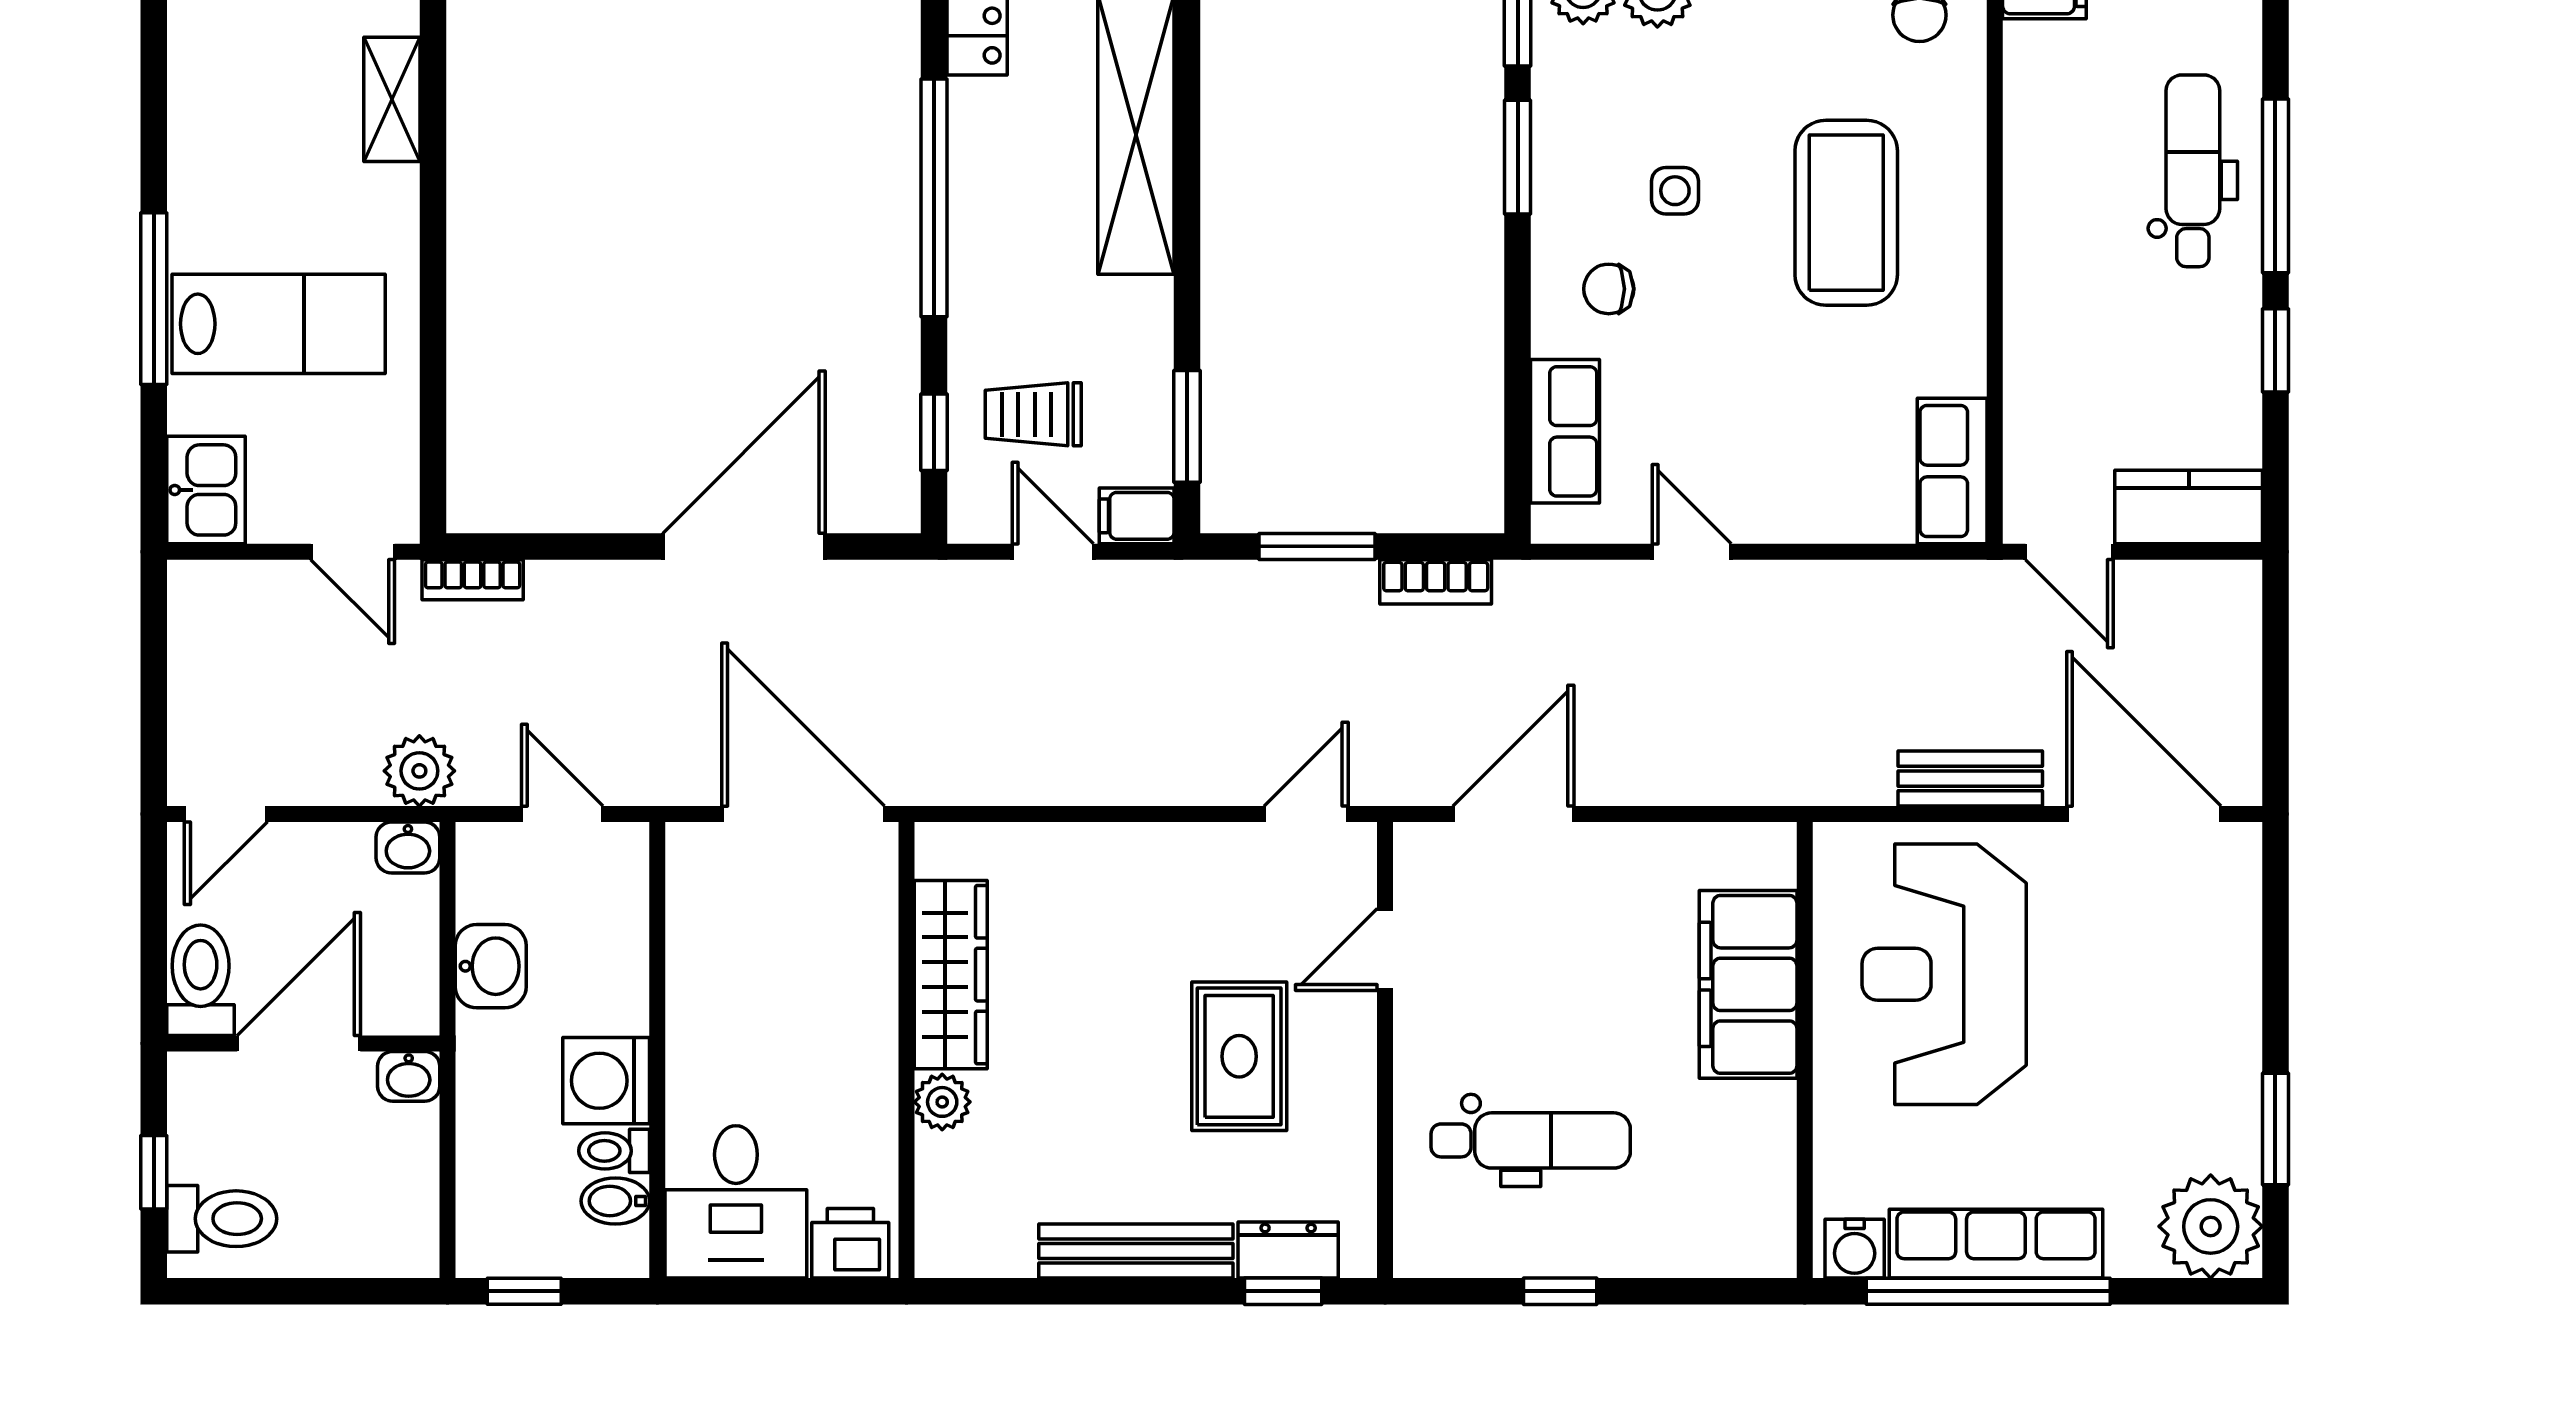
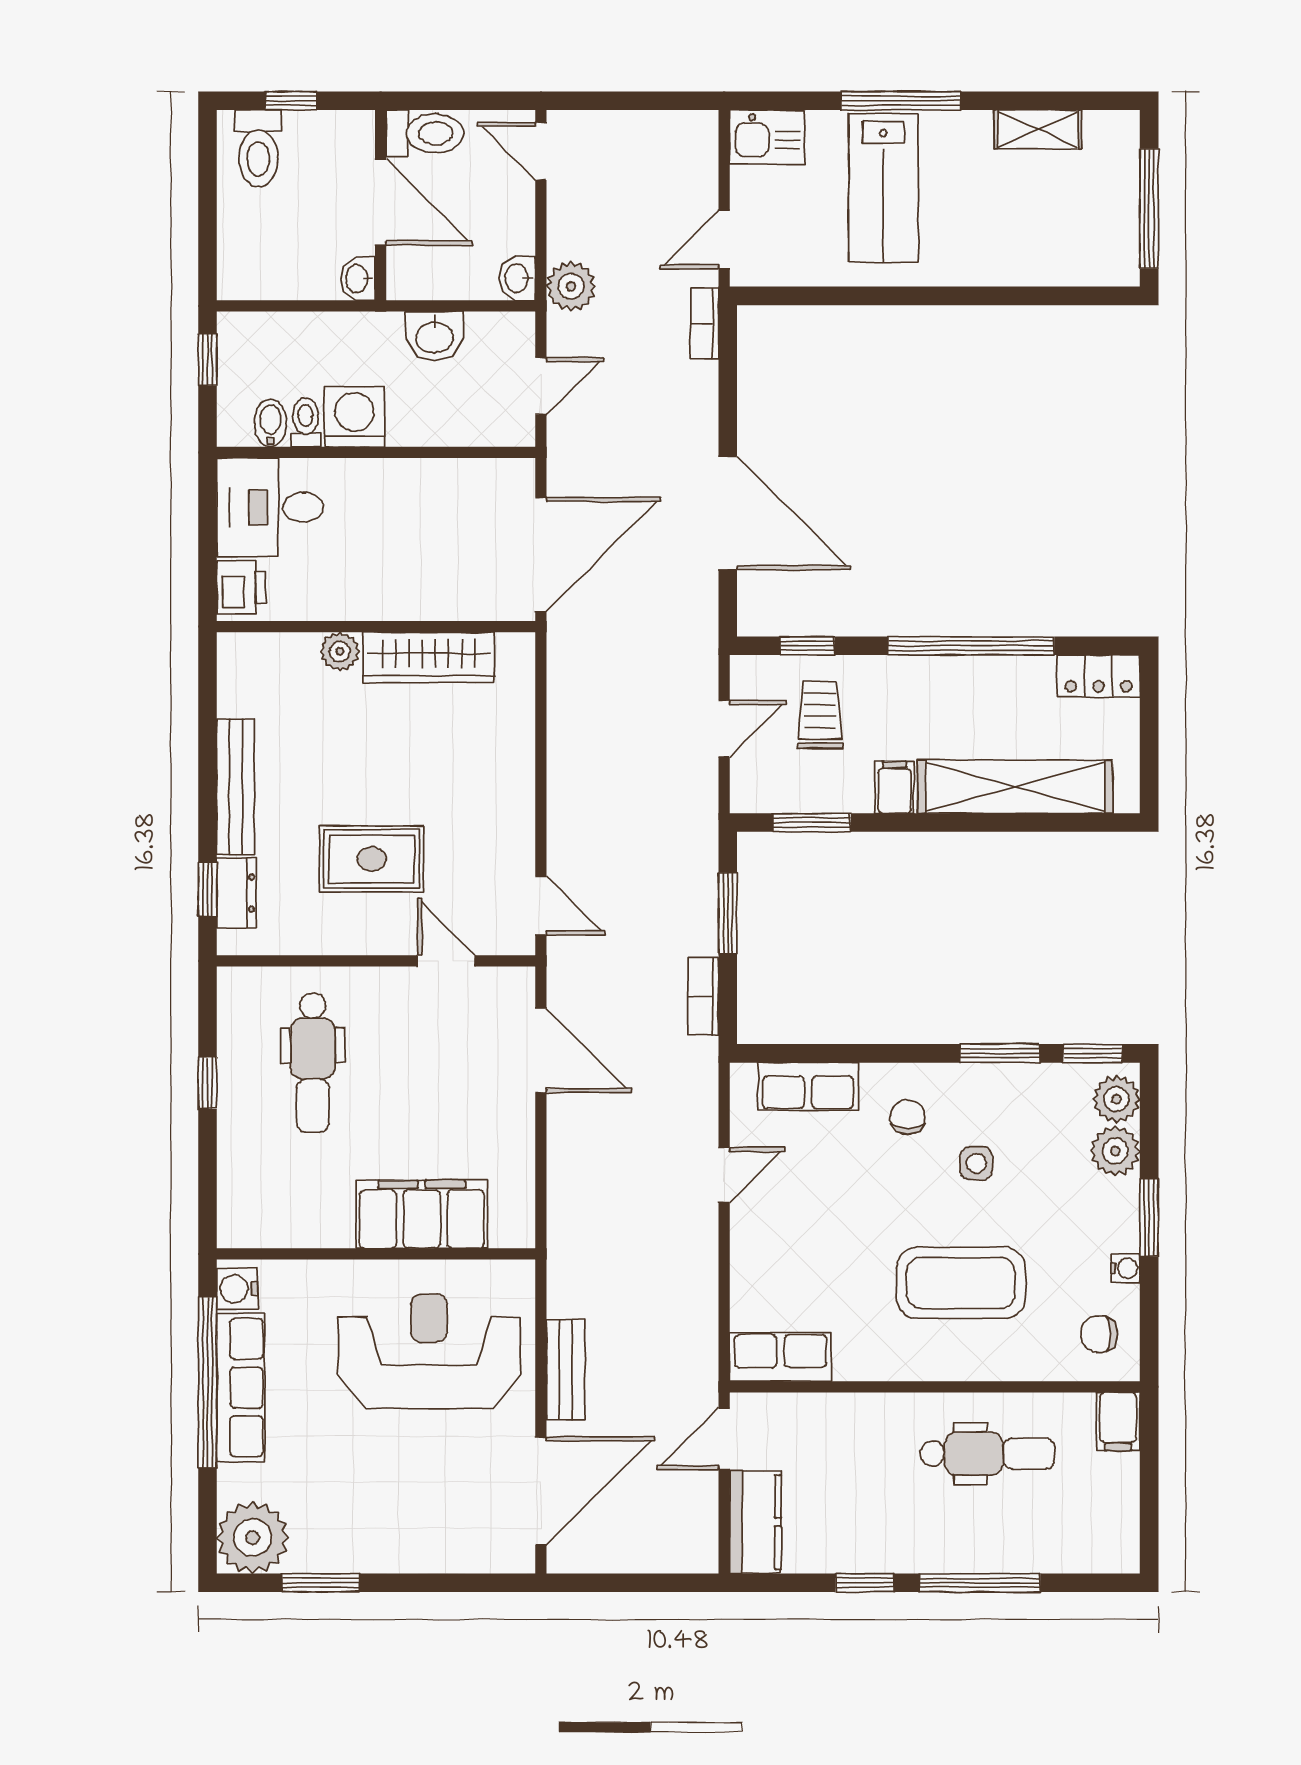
shelving: (392, 99) -> (1038, 129), moved
dental chair: (2193, 171) -> (987, 1454), moved
filing cabinet: (1137, 516) -> (895, 787), moved

